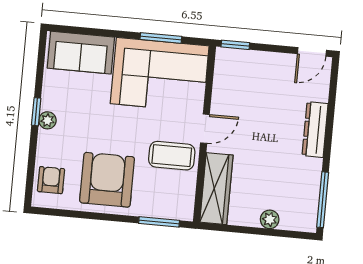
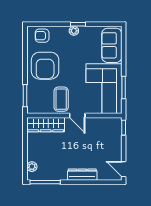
armchair: (51, 180) -> (42, 36), turned 180
armchair: (107, 180) -> (45, 66), turned 90
plant: (270, 219) -> (32, 167), moved

